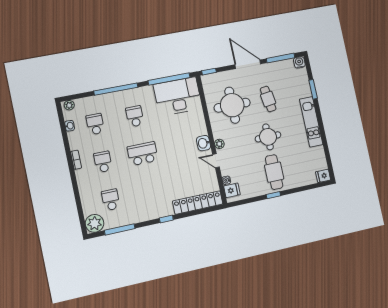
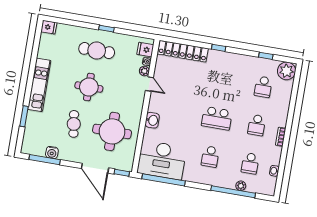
water cooler: (299, 62) -> (52, 152), moved
door: (248, 64) -> (95, 168), moved
window: (116, 89) -> (233, 192), moved
plant: (69, 105) -> (241, 186), moved
washbasin: (204, 143) -> (152, 120), moved
plant: (219, 144) -> (144, 71), moved
cafe table: (274, 172) -> (97, 50), turned 90
window: (120, 229) -> (266, 56), width x0.46

